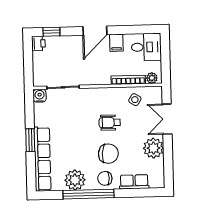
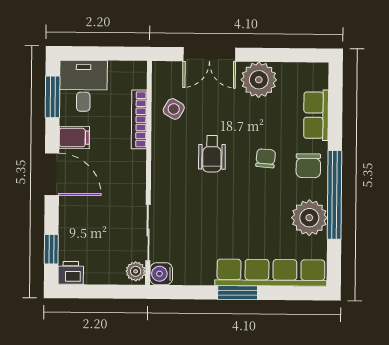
window: (139, 29) -> (53, 97), added
plant: (152, 78) -> (136, 271), moved
chair: (108, 154) -> (266, 158), width x0.54, depth x0.54

